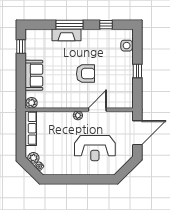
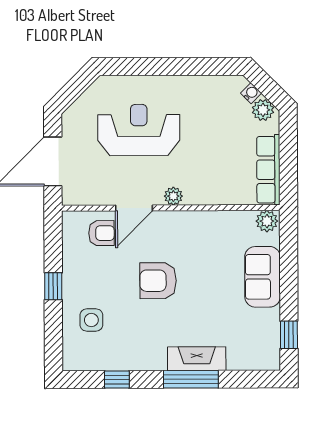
side table: (127, 46) -> (91, 320), moved
armchair: (113, 97) -> (101, 233), added

